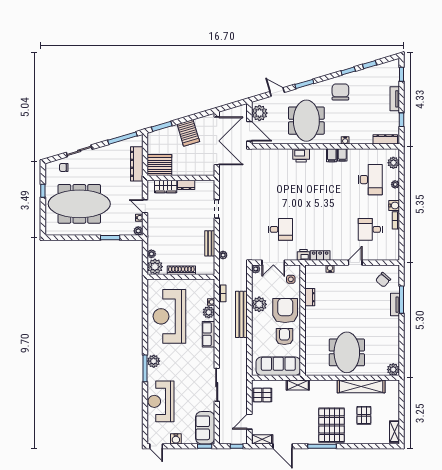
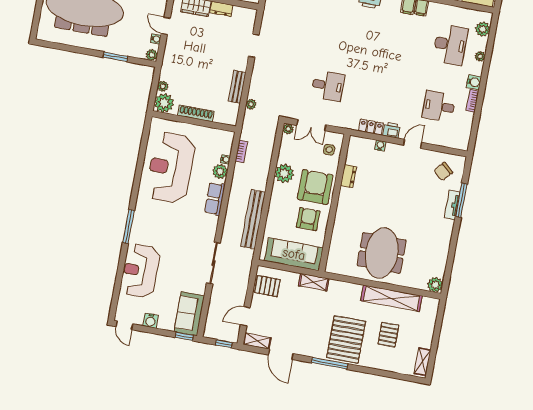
printer: (303, 255) -> (392, 130), moved
bench: (241, 314) -> (253, 219), moved
plant: (154, 361) -> (141, 219), removed

